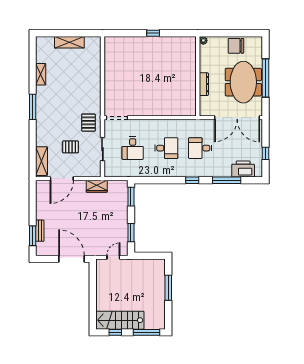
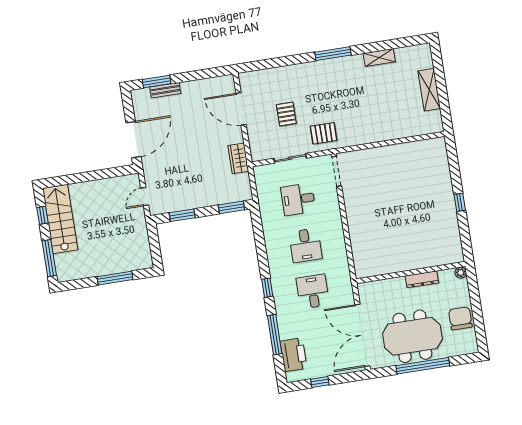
dresser: (204, 84) -> (422, 279), moved
shelving: (42, 161) -> (261, 77), removed
door: (113, 257) -> (145, 197), swing flipped

